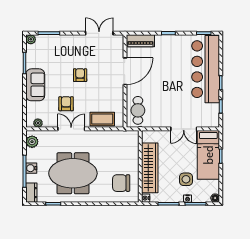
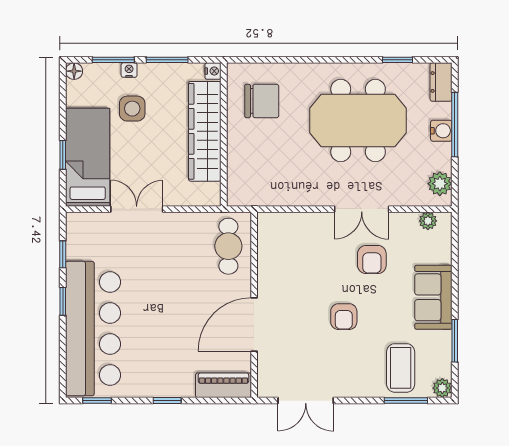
coffee table: (102, 119) -> (401, 368), moved, turned 90

